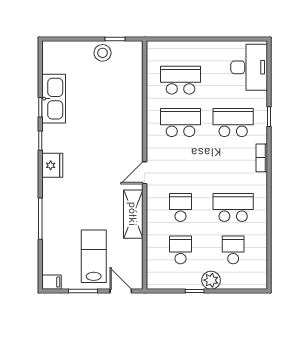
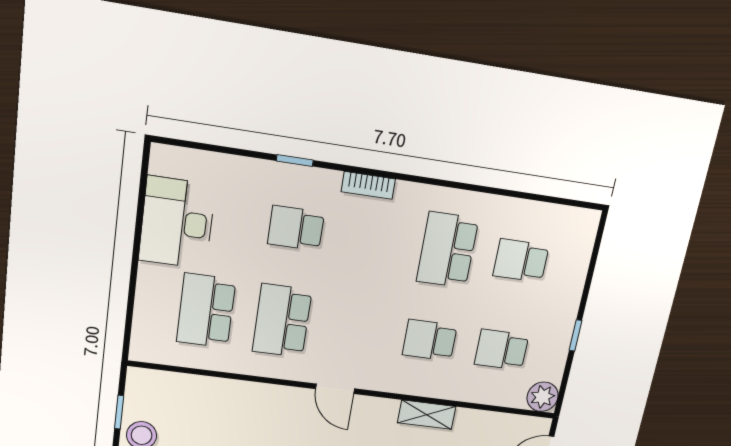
desk: (249, 67) -> (177, 223), moved, turned -90
school desk: (233, 123) -> (296, 228), width x0.54
door: (145, 173) -> (335, 389), moved
shelving: (133, 214) -> (427, 415), width x0.67, depth x0.75
plant: (211, 280) -> (543, 397), moved

